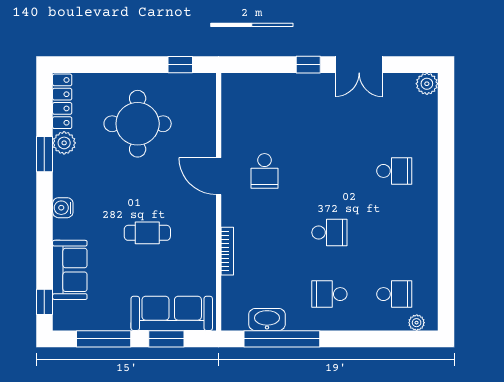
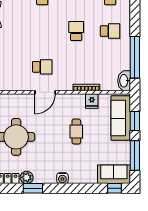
fridge: (203, 261) -> (92, 101), added
sofa: (70, 270) -> (114, 174), moved
school desk: (329, 294) -> (110, 31), turned -90
washbasin: (267, 319) -> (124, 81), moved

